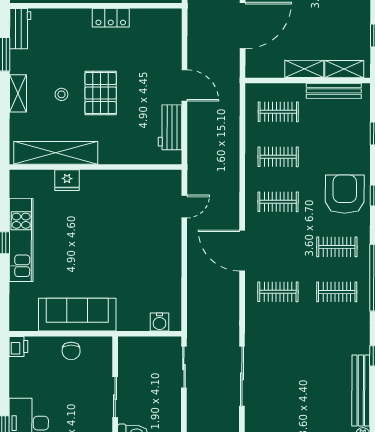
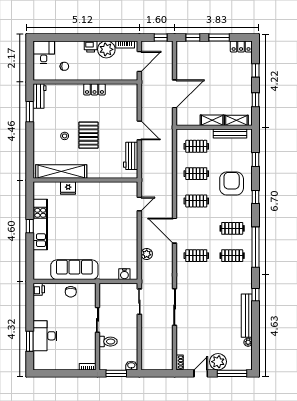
shelving: (18, 93) -> (38, 135), removed
armchair: (345, 194) -> (232, 183), moved
plant: (196, 289) -> (147, 254), added

